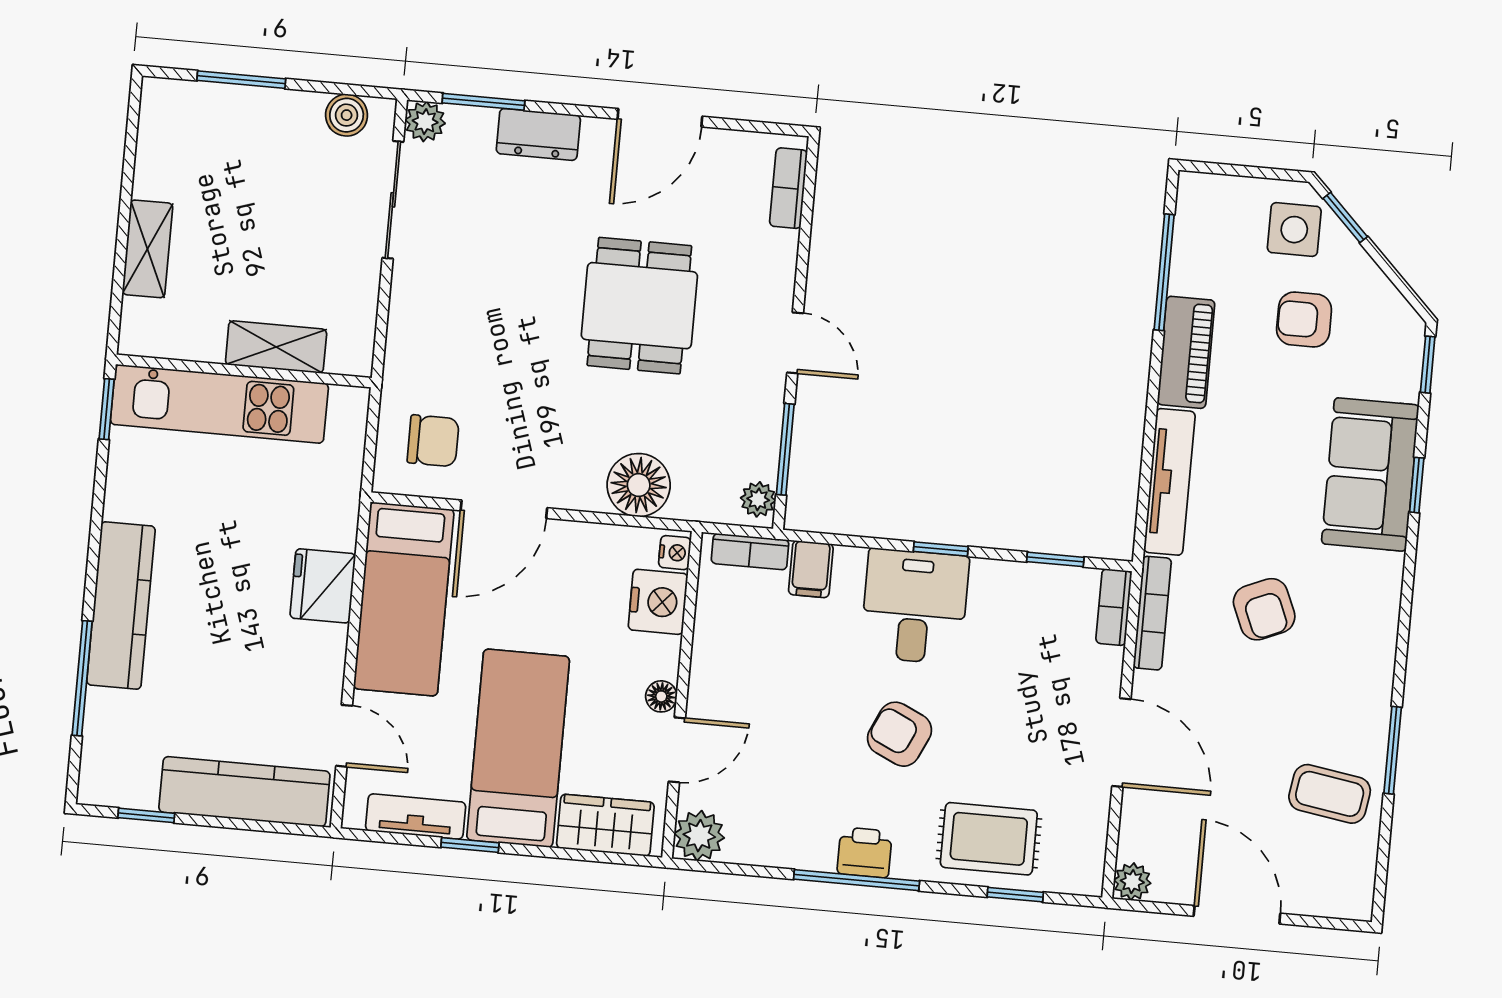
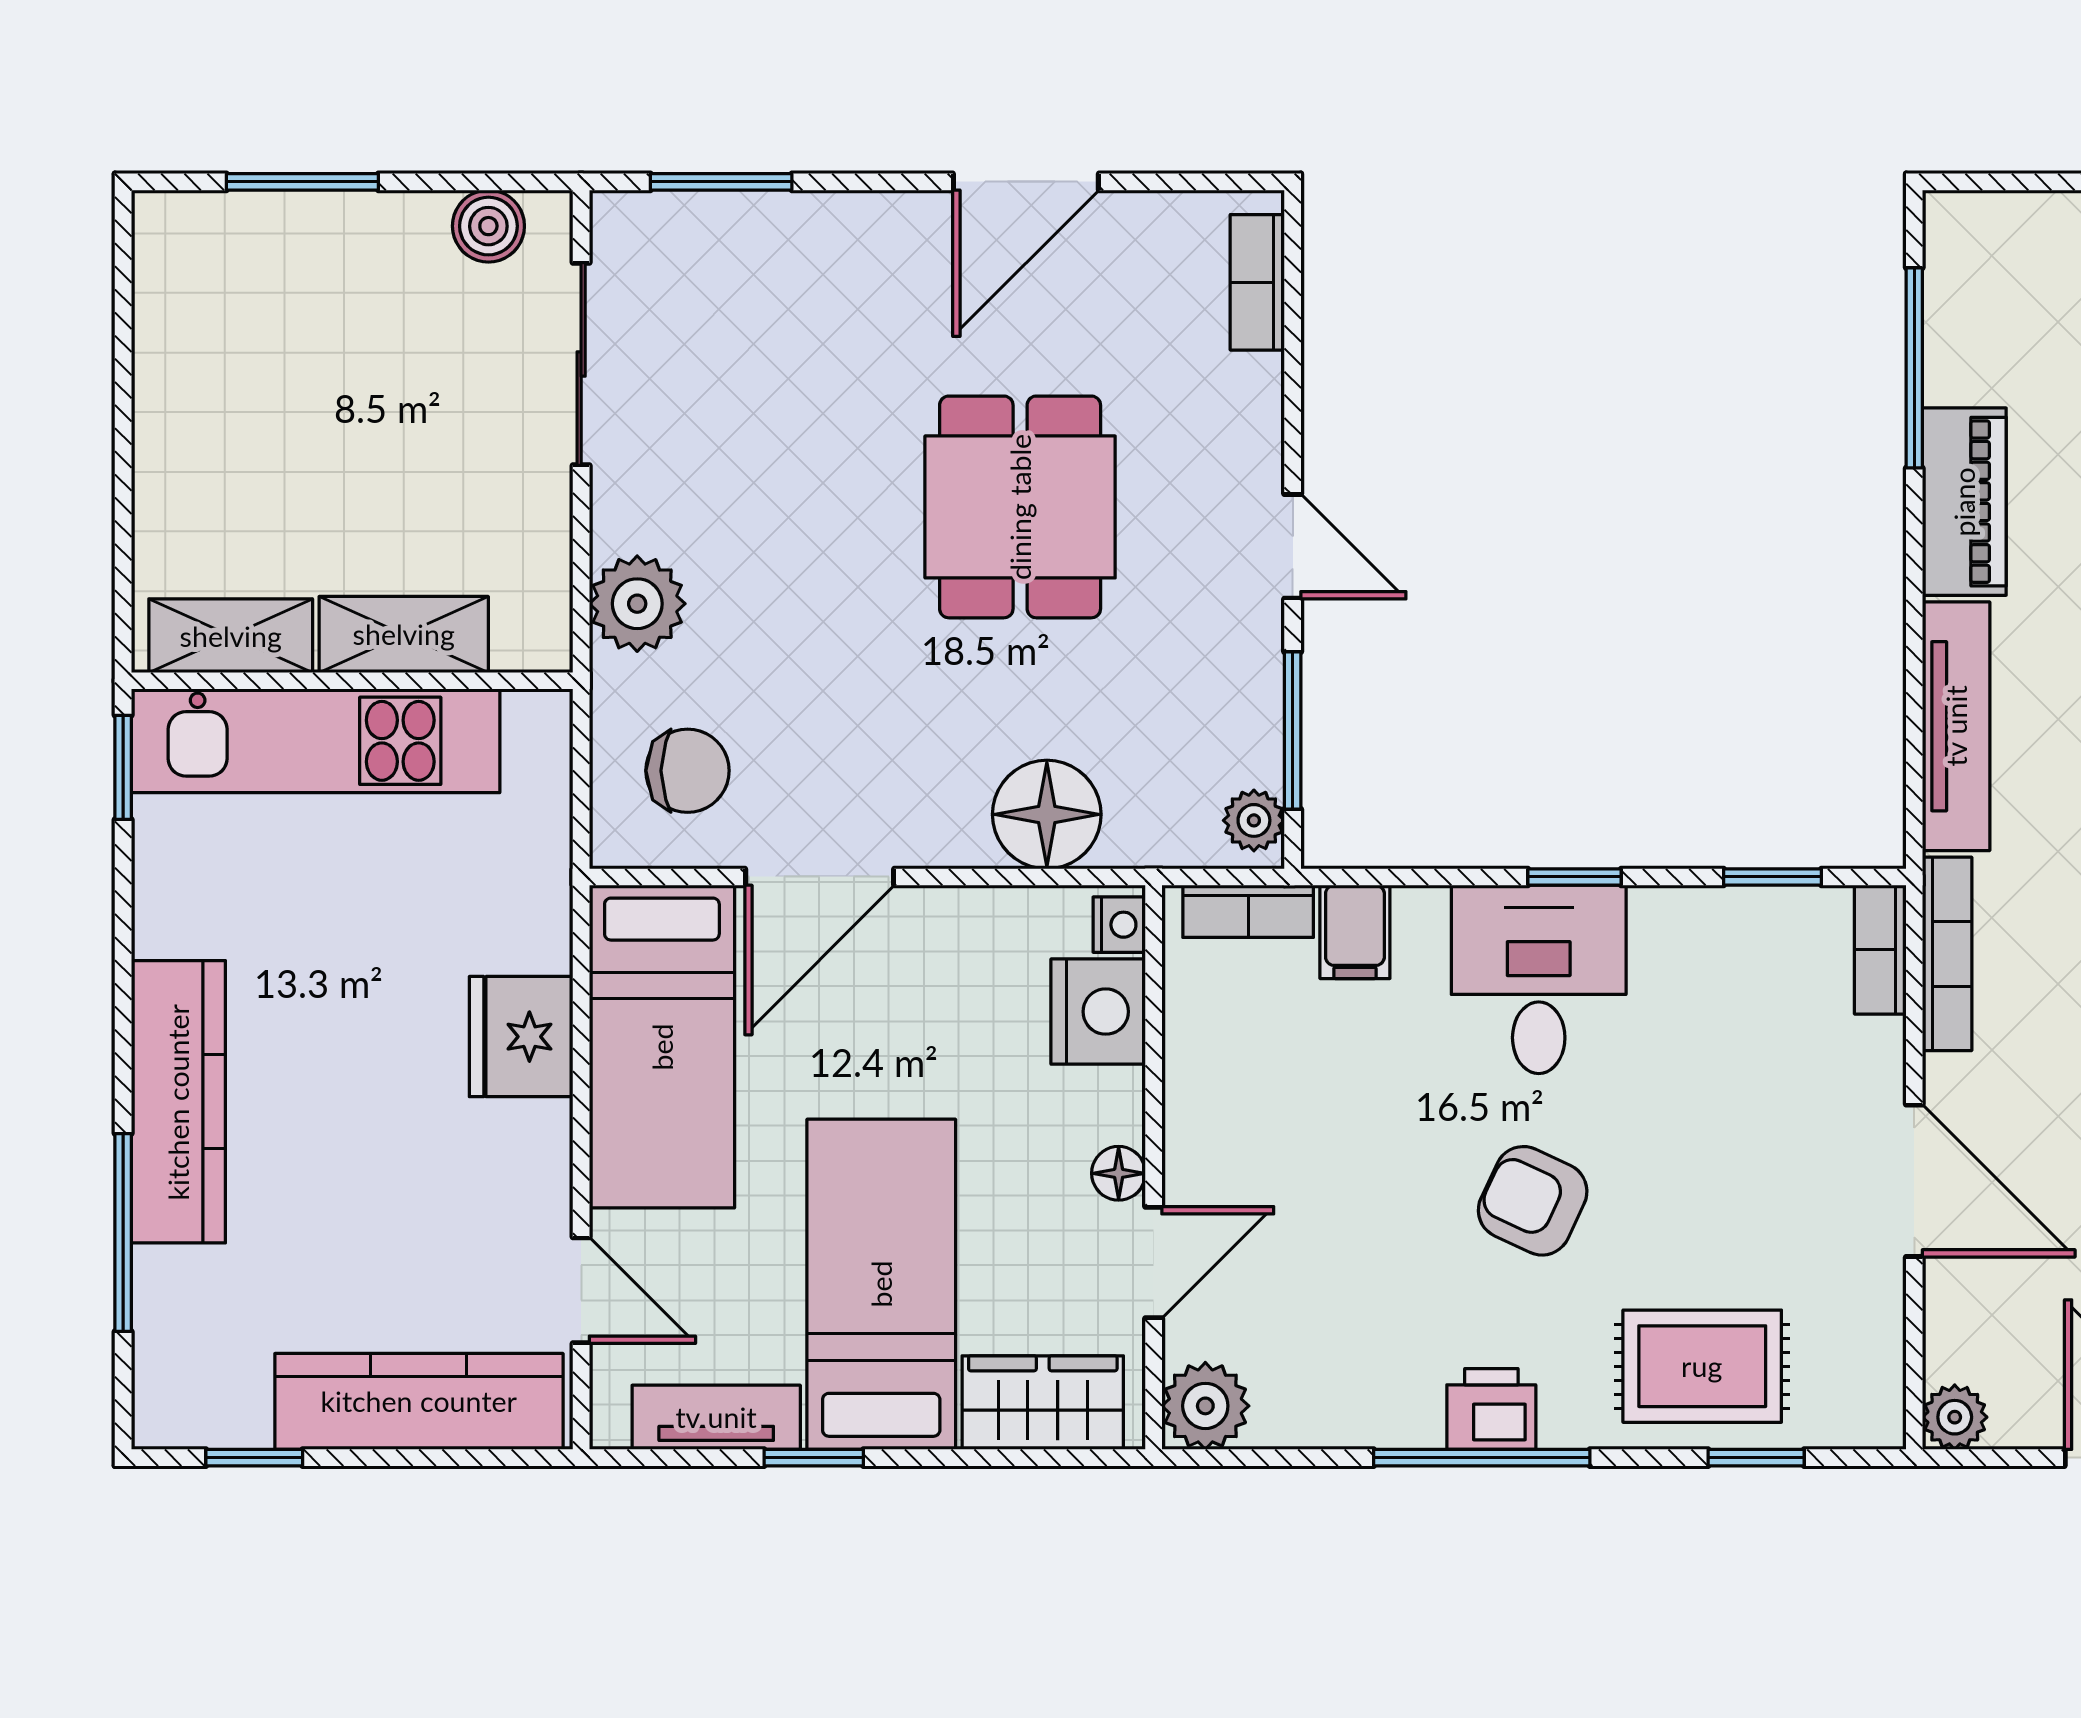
plant: (425, 122) -> (637, 604), moved, width x1.38, depth x1.38
dresser: (538, 134) -> (820, 229), removed
shelving: (147, 249) -> (231, 636), moved, turned 90

